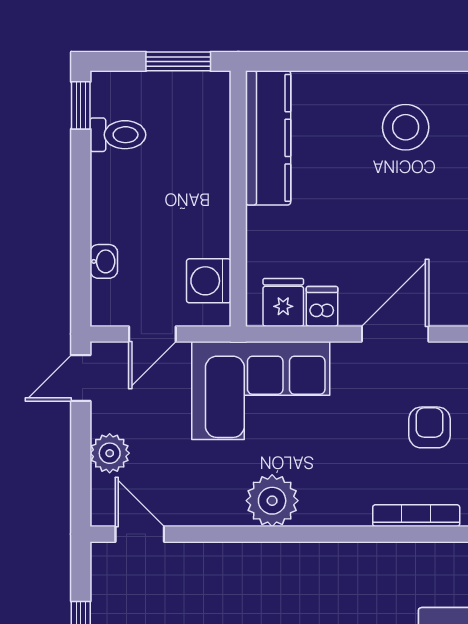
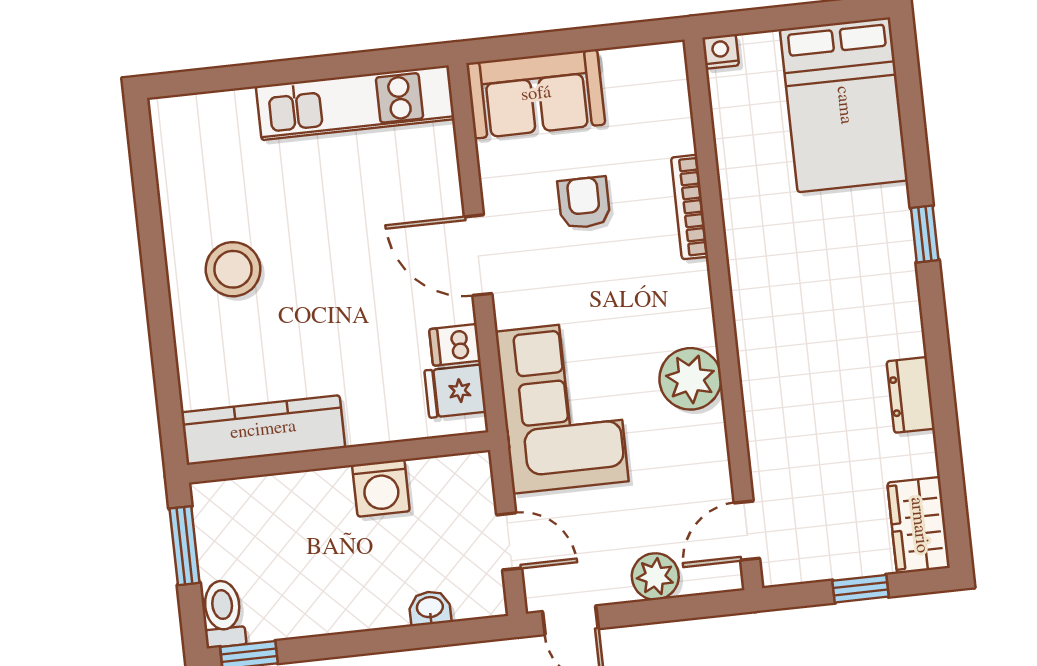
toilet: (118, 135) -> (223, 614), moved
washing machine: (209, 281) -> (381, 488), moved
armchair: (430, 427) -> (584, 203), turned 90

